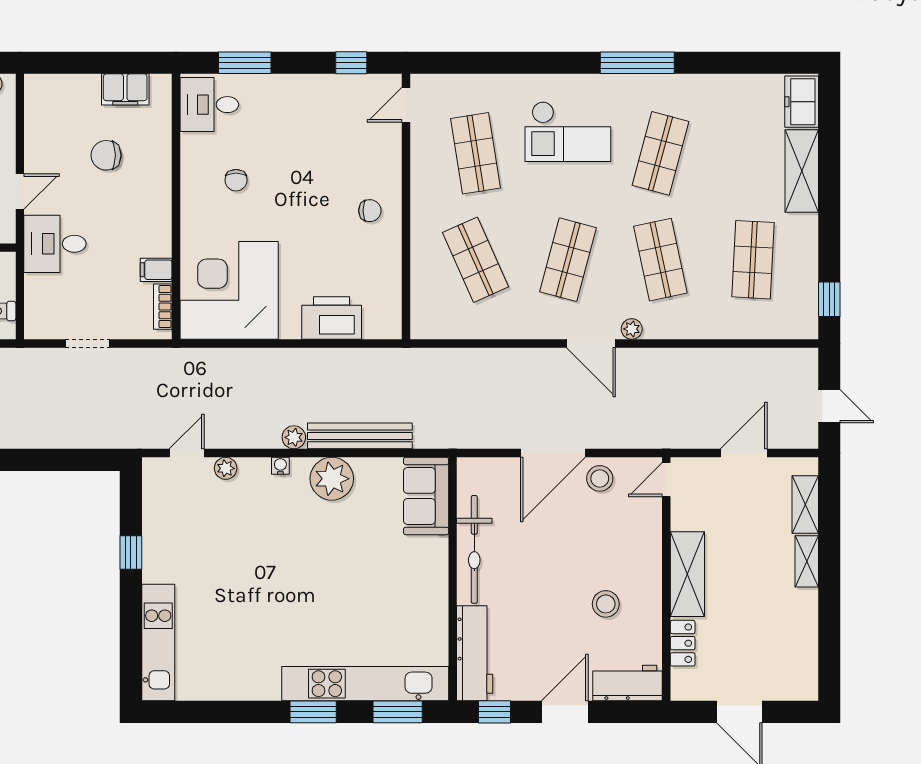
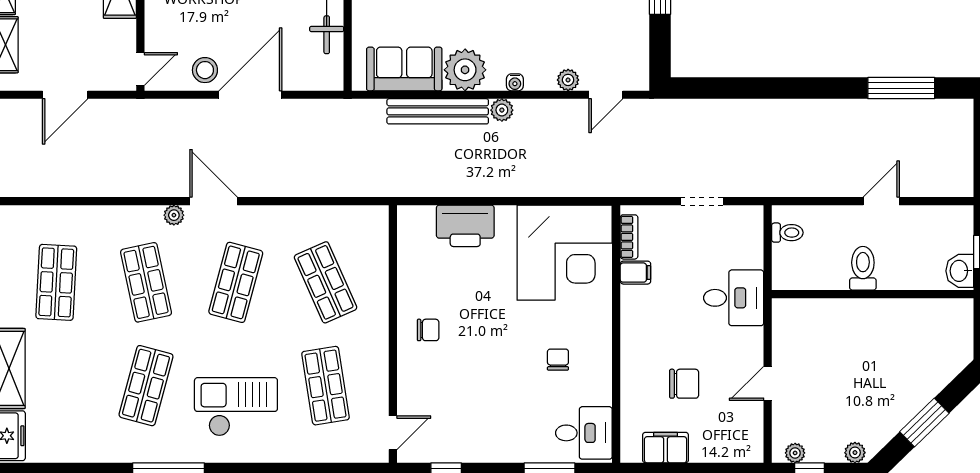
door: (20, 192) -> (768, 383), moved
chair: (370, 211) -> (428, 330), turned 180
sofa: (426, 496) -> (404, 69), moved, turned -90

